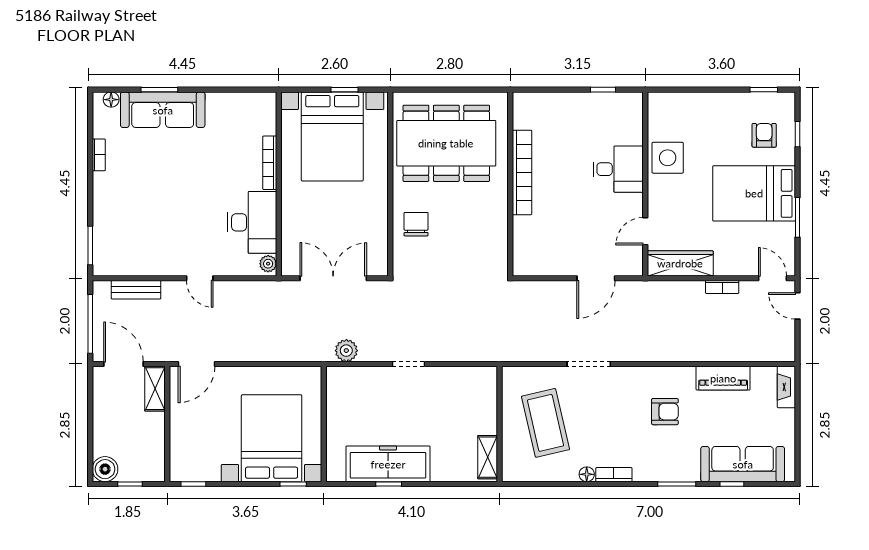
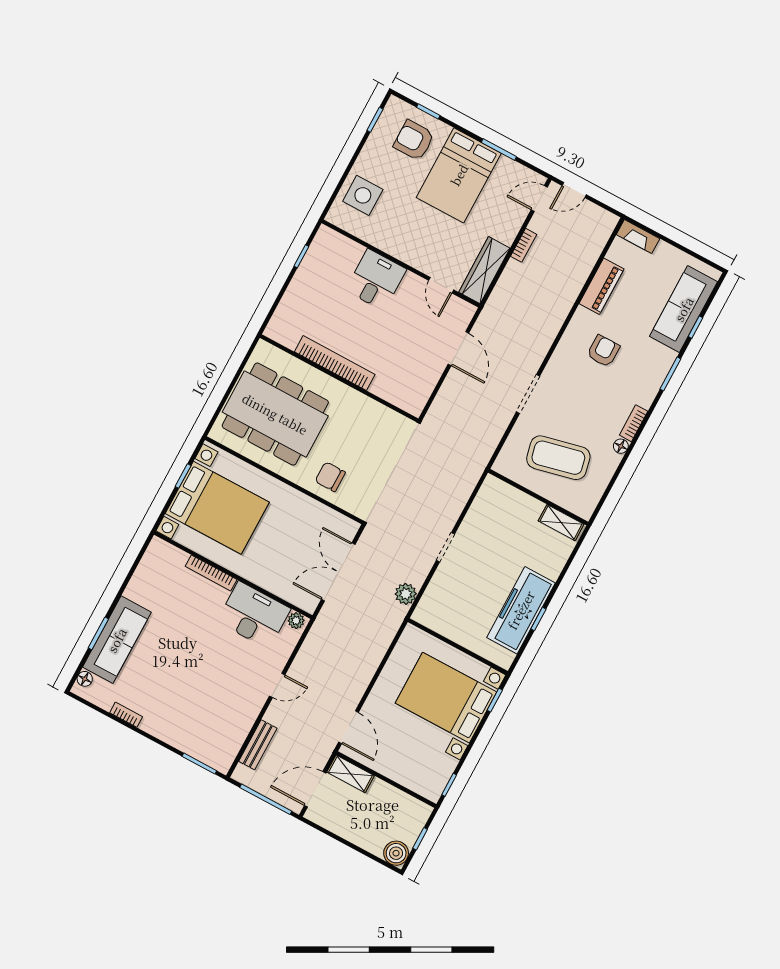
armchair: (764, 135) -> (414, 140), width x1.38, depth x1.38
dining table: (446, 143) -> (275, 414), turned 90
side table: (668, 158) -> (363, 195), moved

